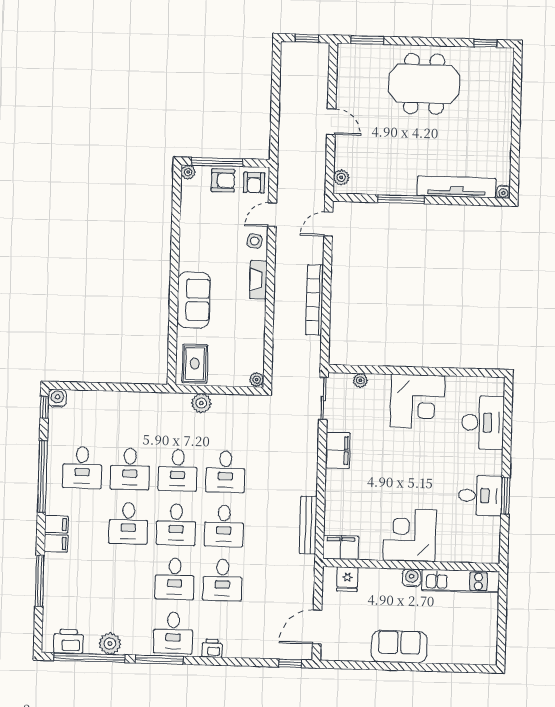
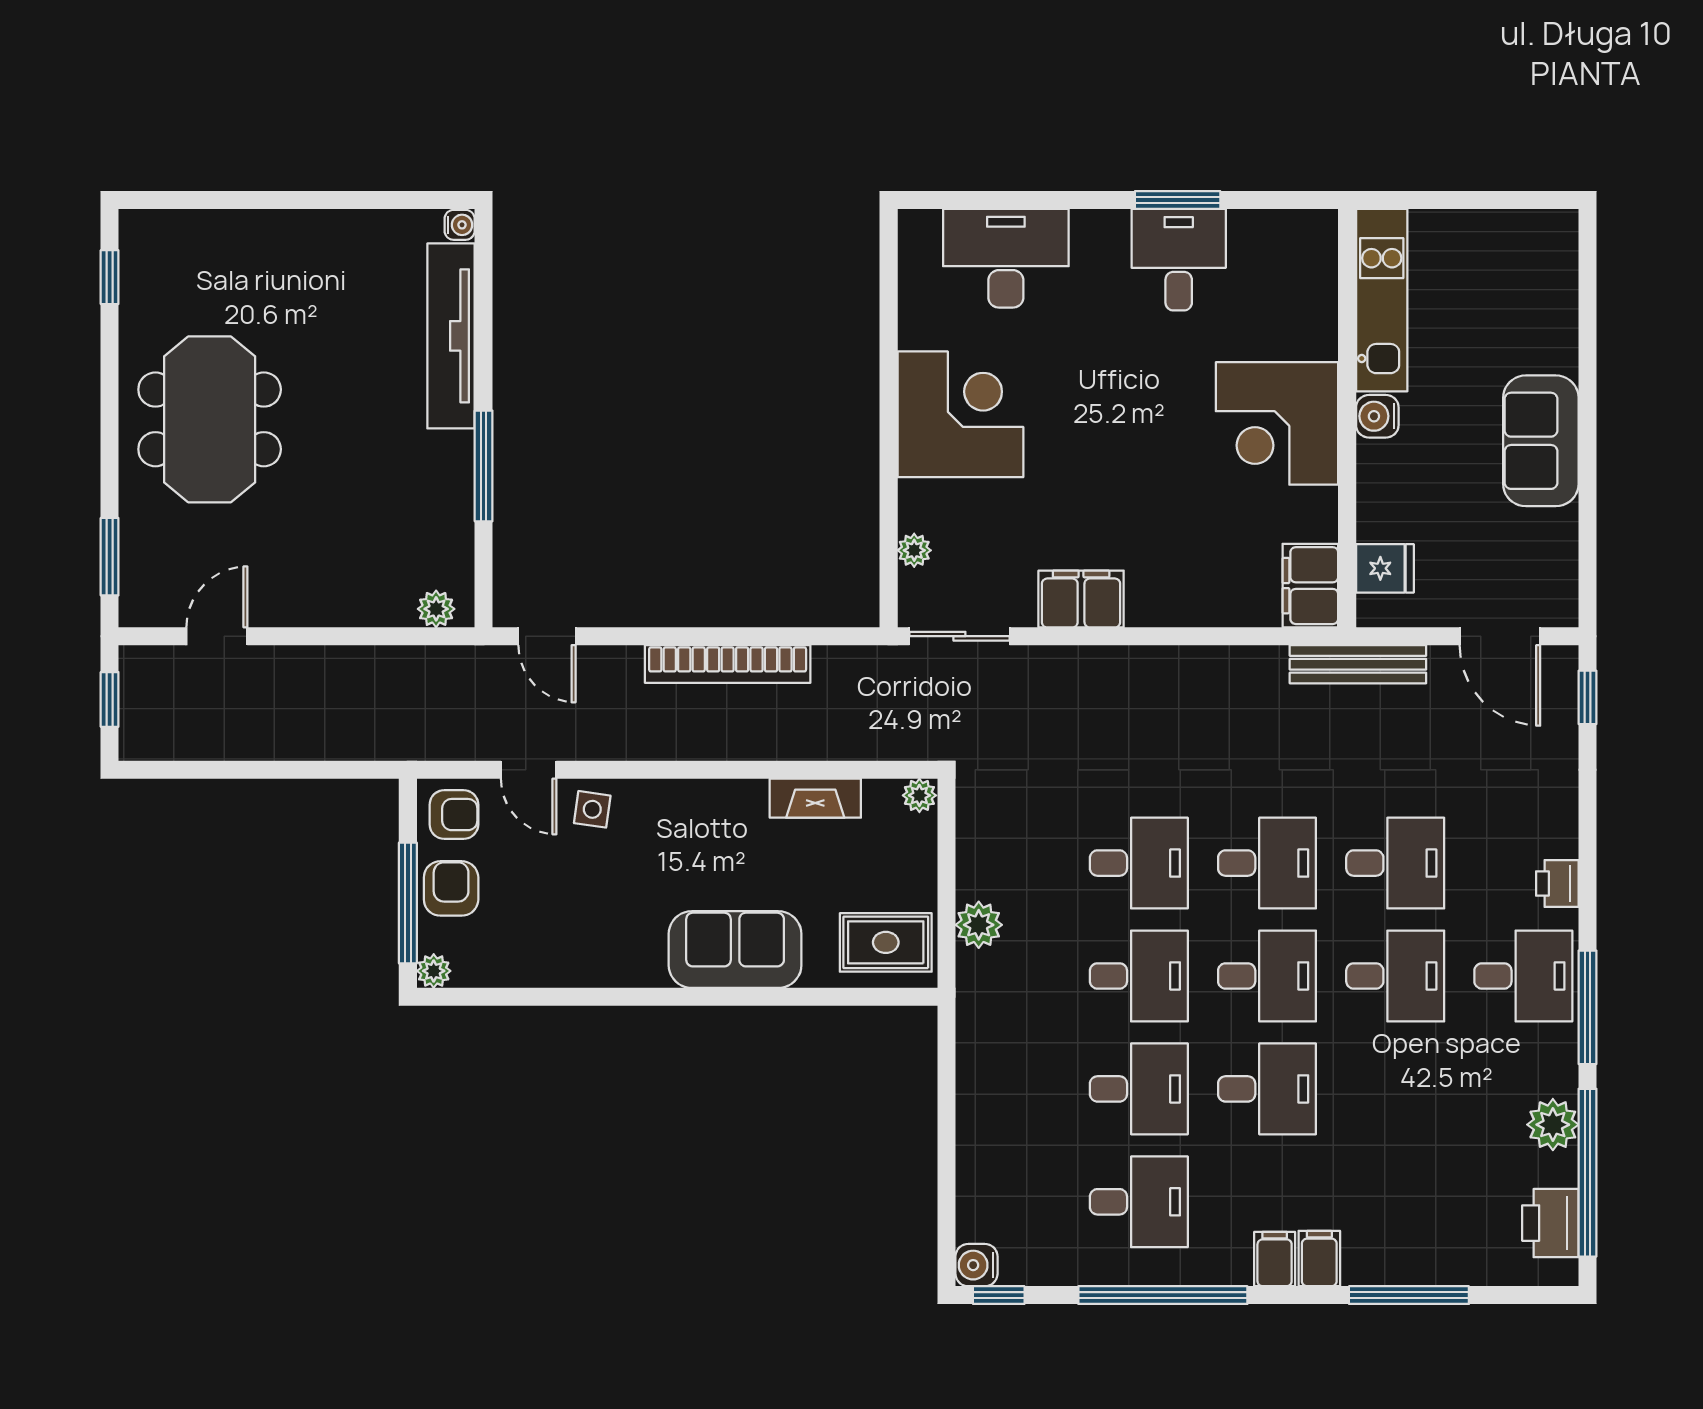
door: (331, 122) -> (217, 636), moved
fireplace: (258, 280) -> (815, 798), moved
bench: (308, 525) -> (1358, 664), moved

